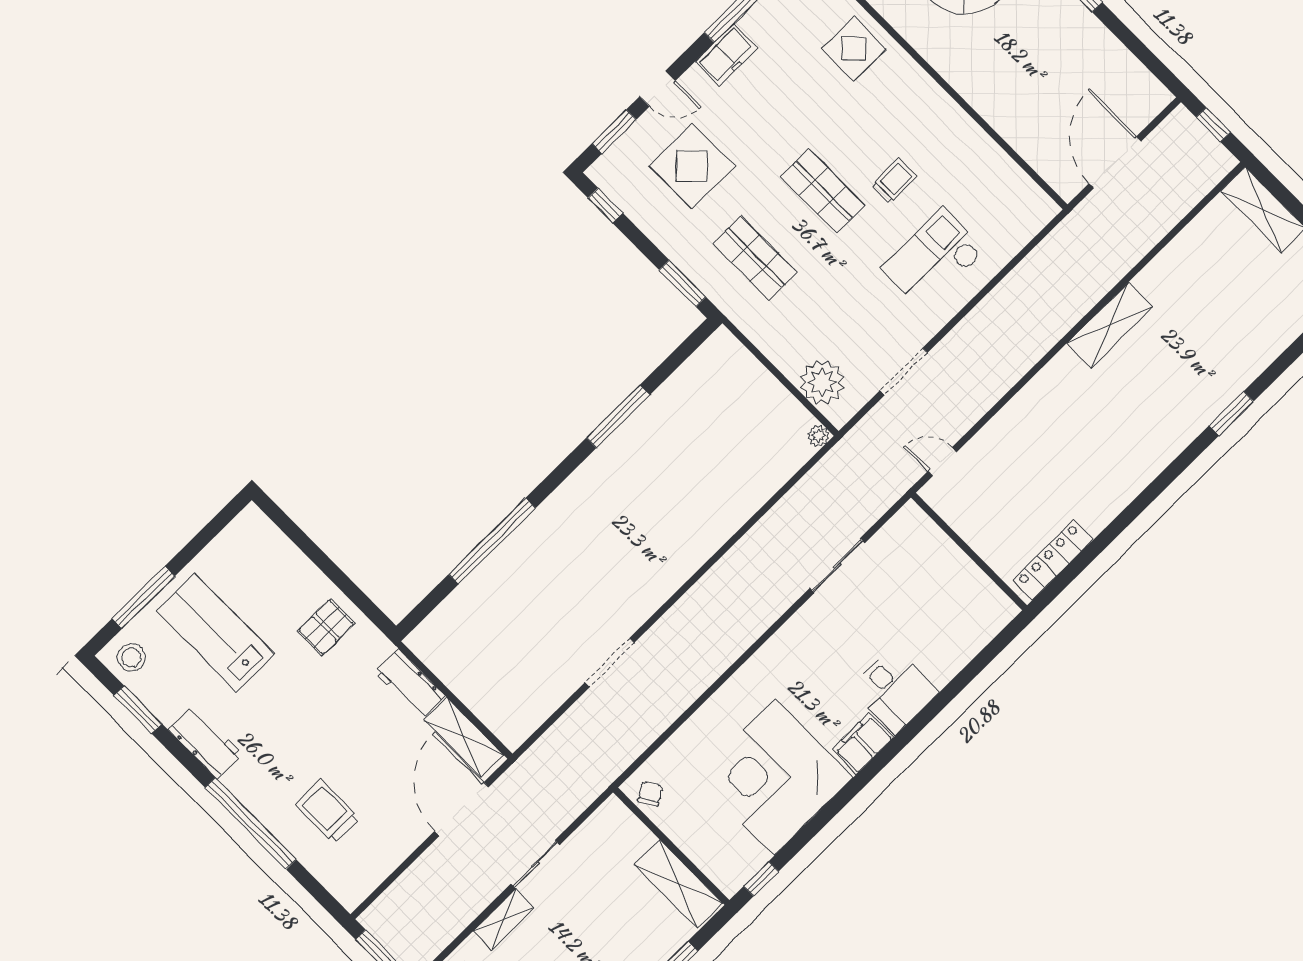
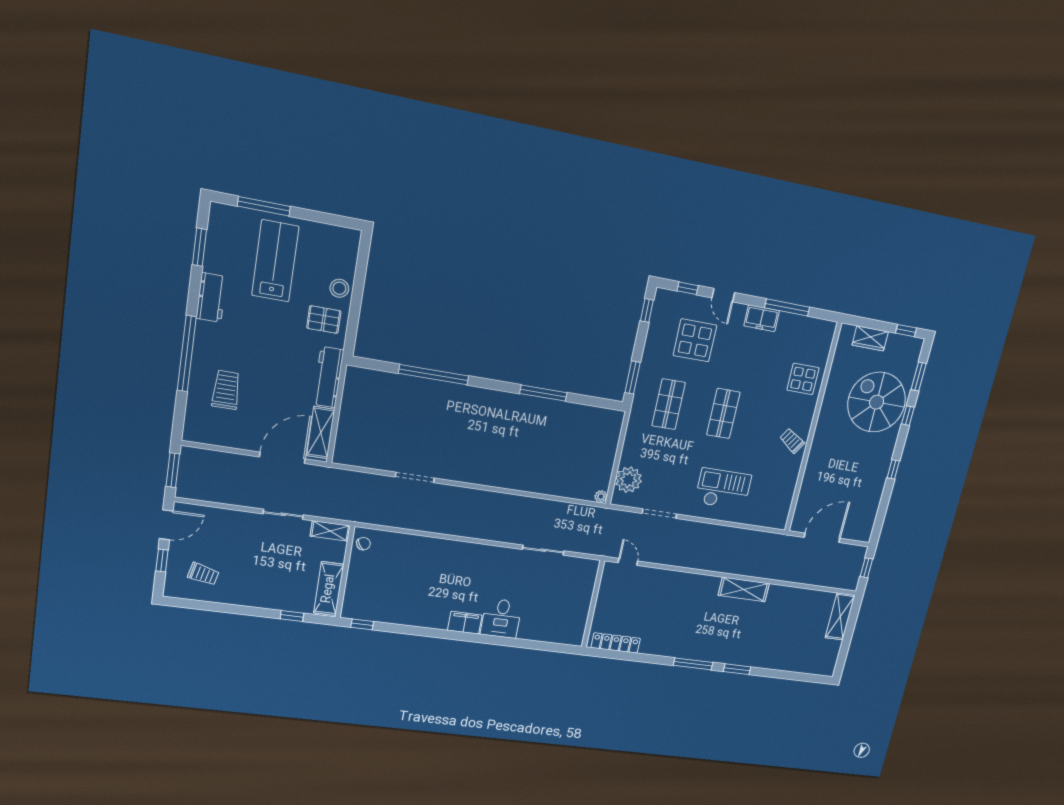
window: (614, 132) -> (688, 288), width x0.67
trolley: (894, 181) -> (792, 441), moved, turned -146
window: (1173, 471) -> (693, 664), added
stool: (131, 657) -> (339, 288), moved
workbench: (410, 684) -> (328, 377), width x1.38
corner desk: (775, 777) -> (417, 595), removed
shelving: (504, 919) -> (330, 531), moved

